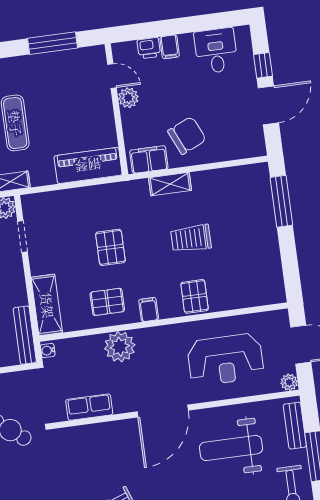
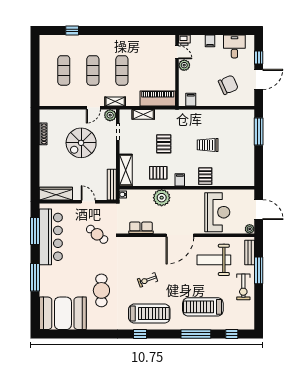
window: (53, 43) -> (148, 31), removed
printer: (149, 48) -> (184, 40), moved
chair: (187, 135) -> (228, 85), moved
filing cabinet: (149, 160) -> (191, 100), width x0.50
shelving: (170, 184) -> (143, 114), moved
reception desk: (226, 360) -> (217, 212), turned -90

